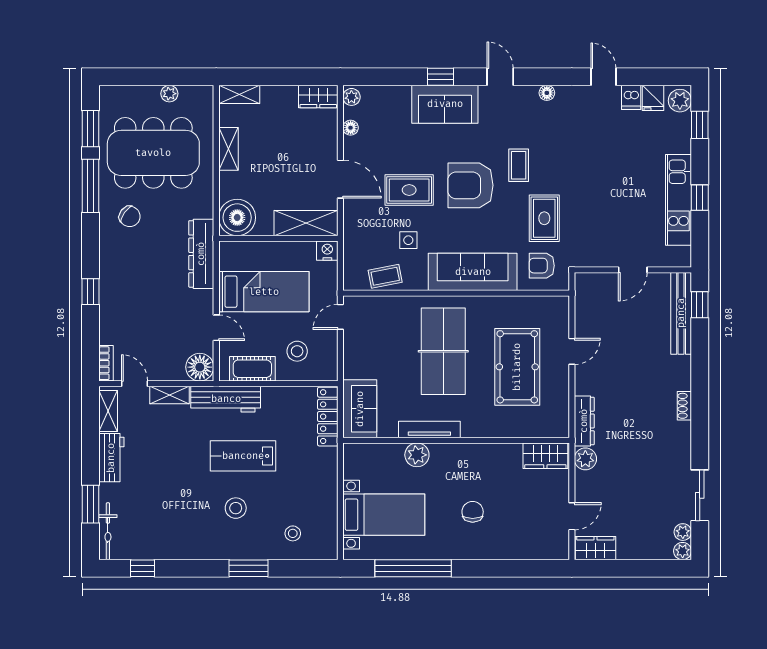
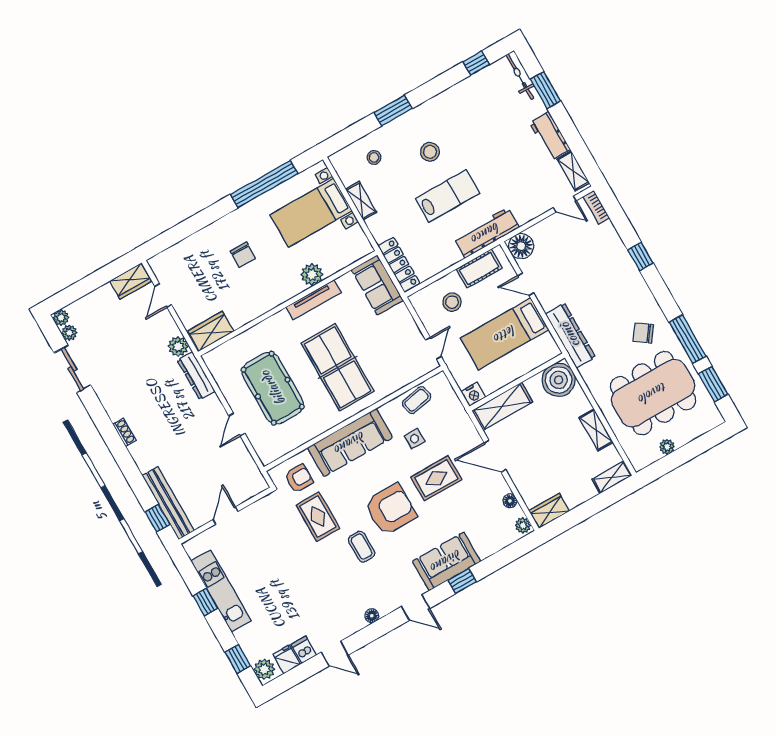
shelving: (170, 395) -> (361, 201), moved, turned 90

